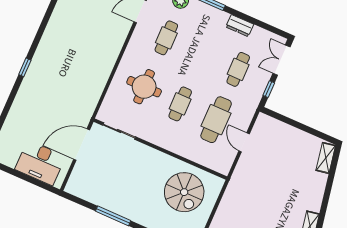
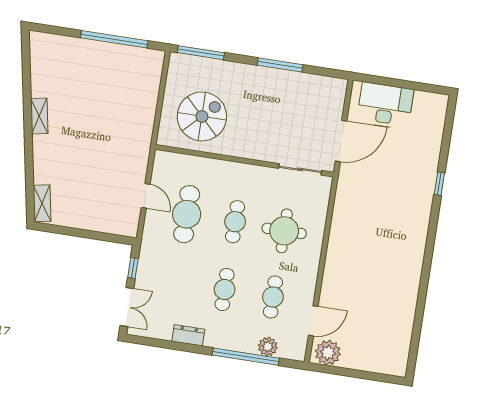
window: (25, 67) -> (439, 184), moved
cafe table: (238, 69) -> (225, 289), moved
spiral stairs: (184, 192) -> (202, 116), turned 90

